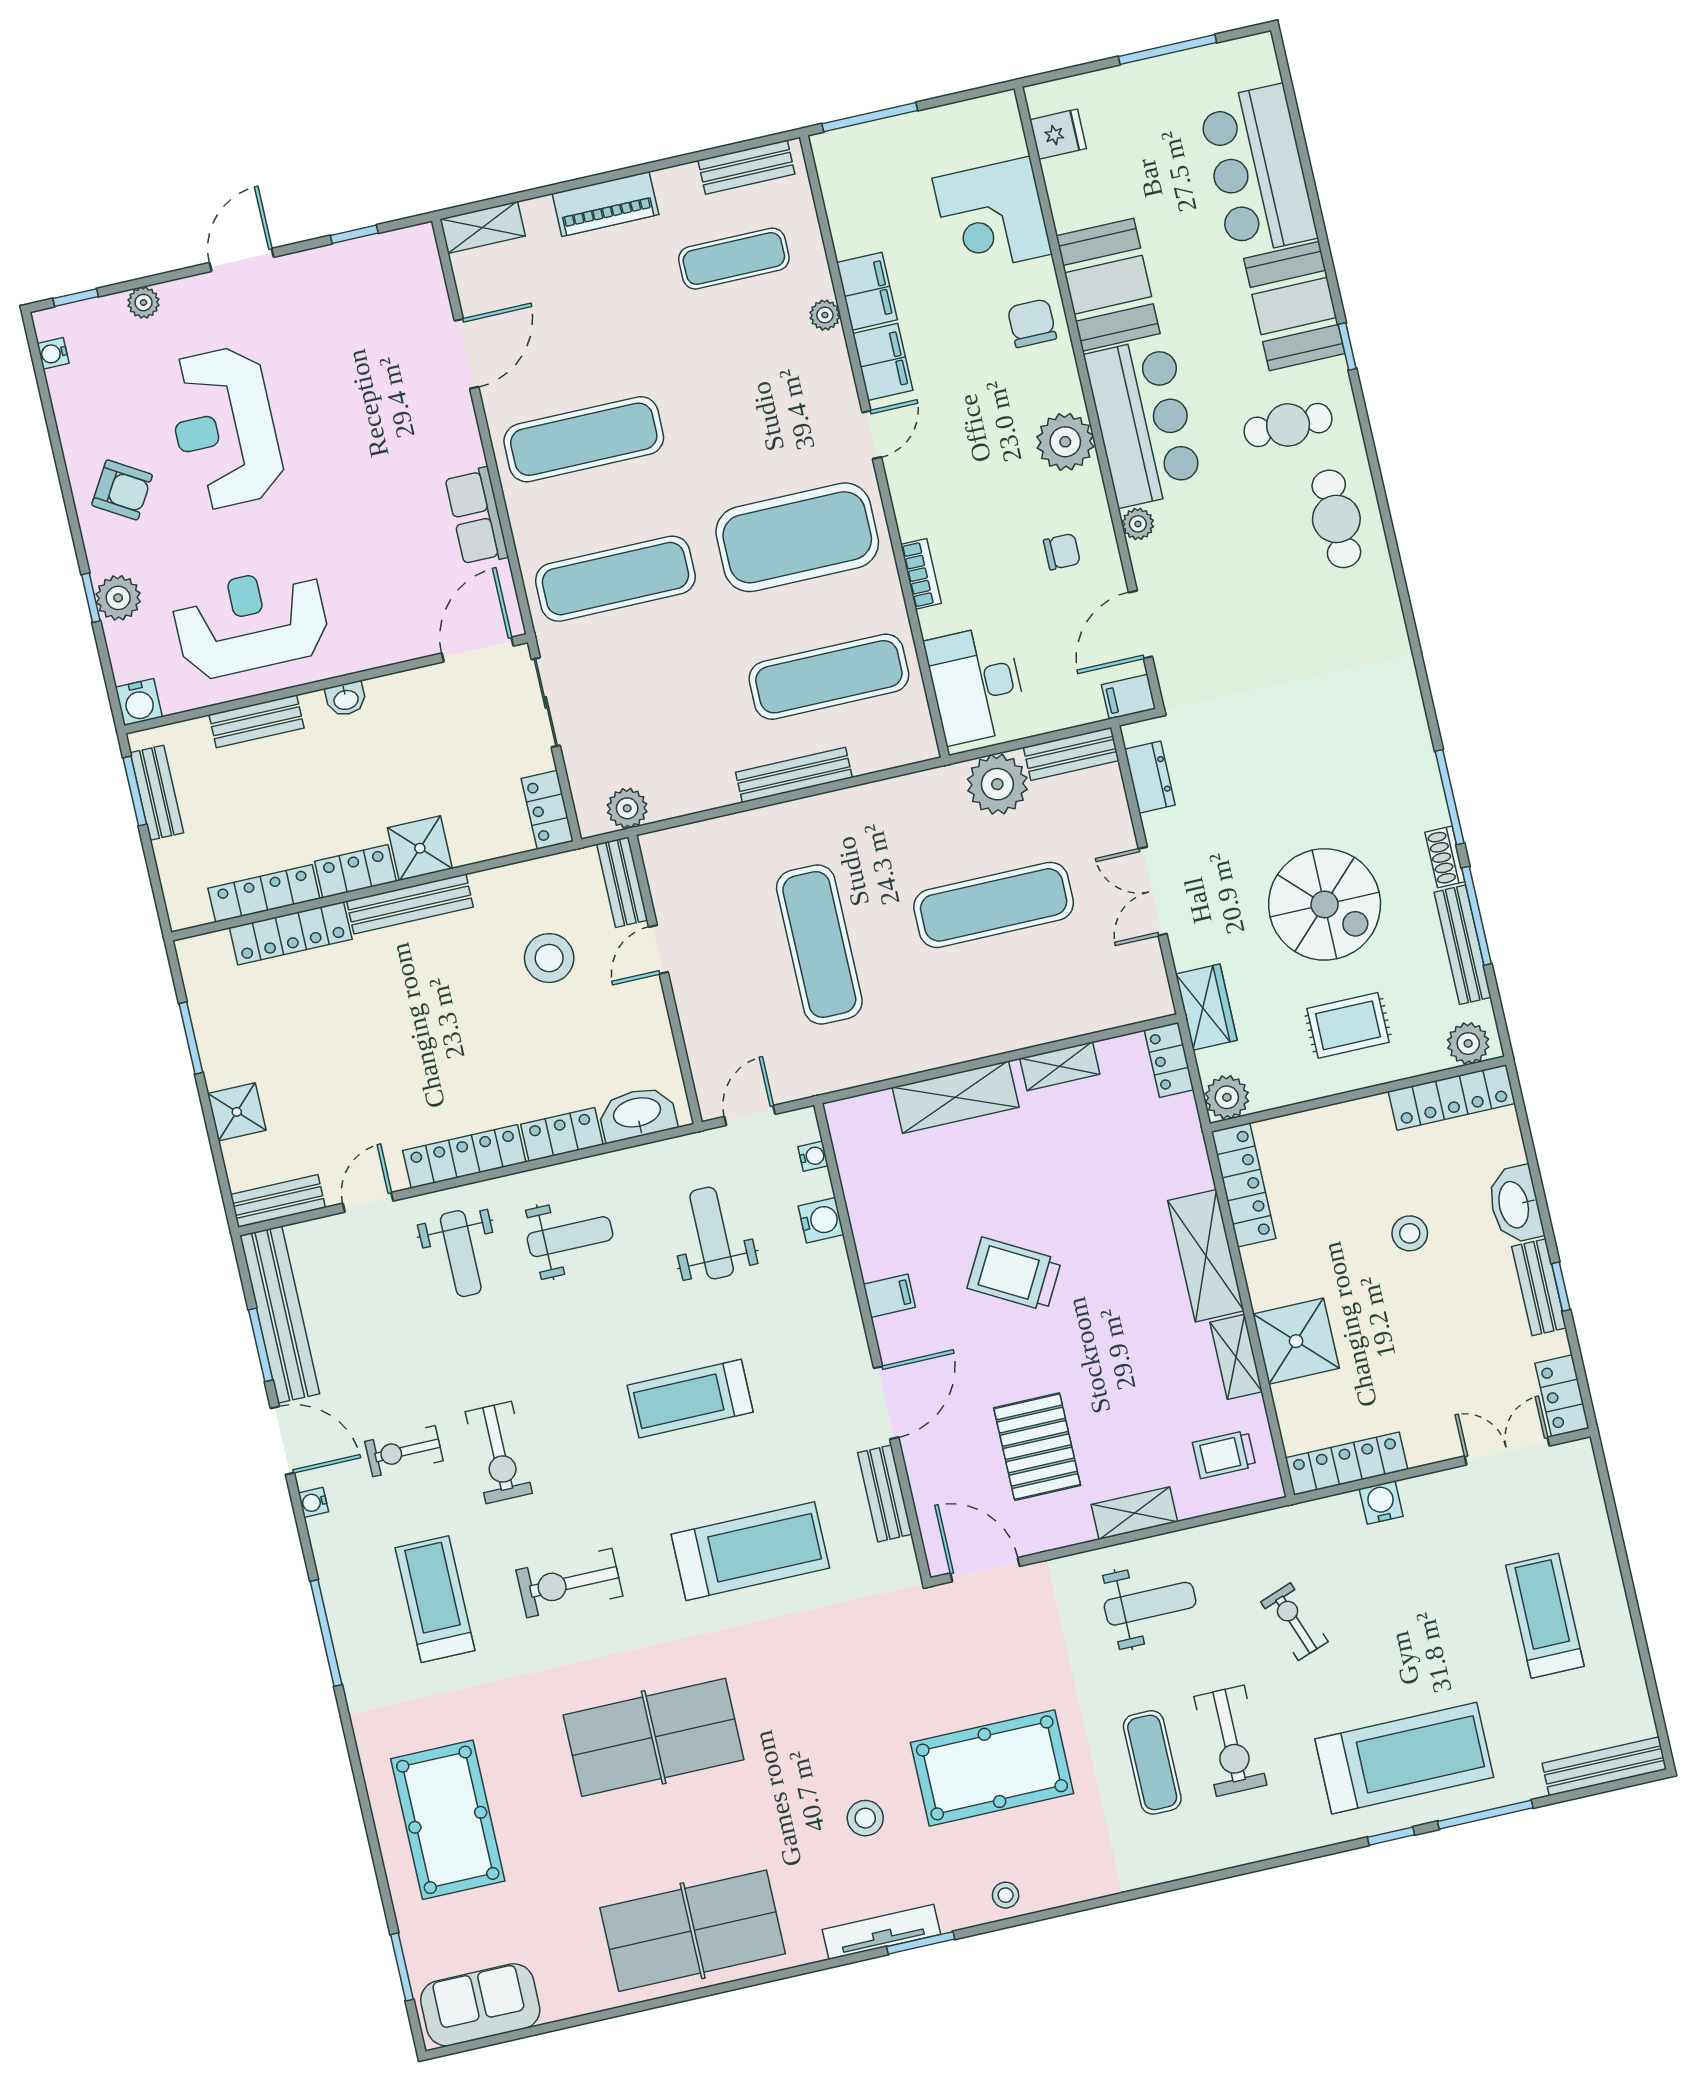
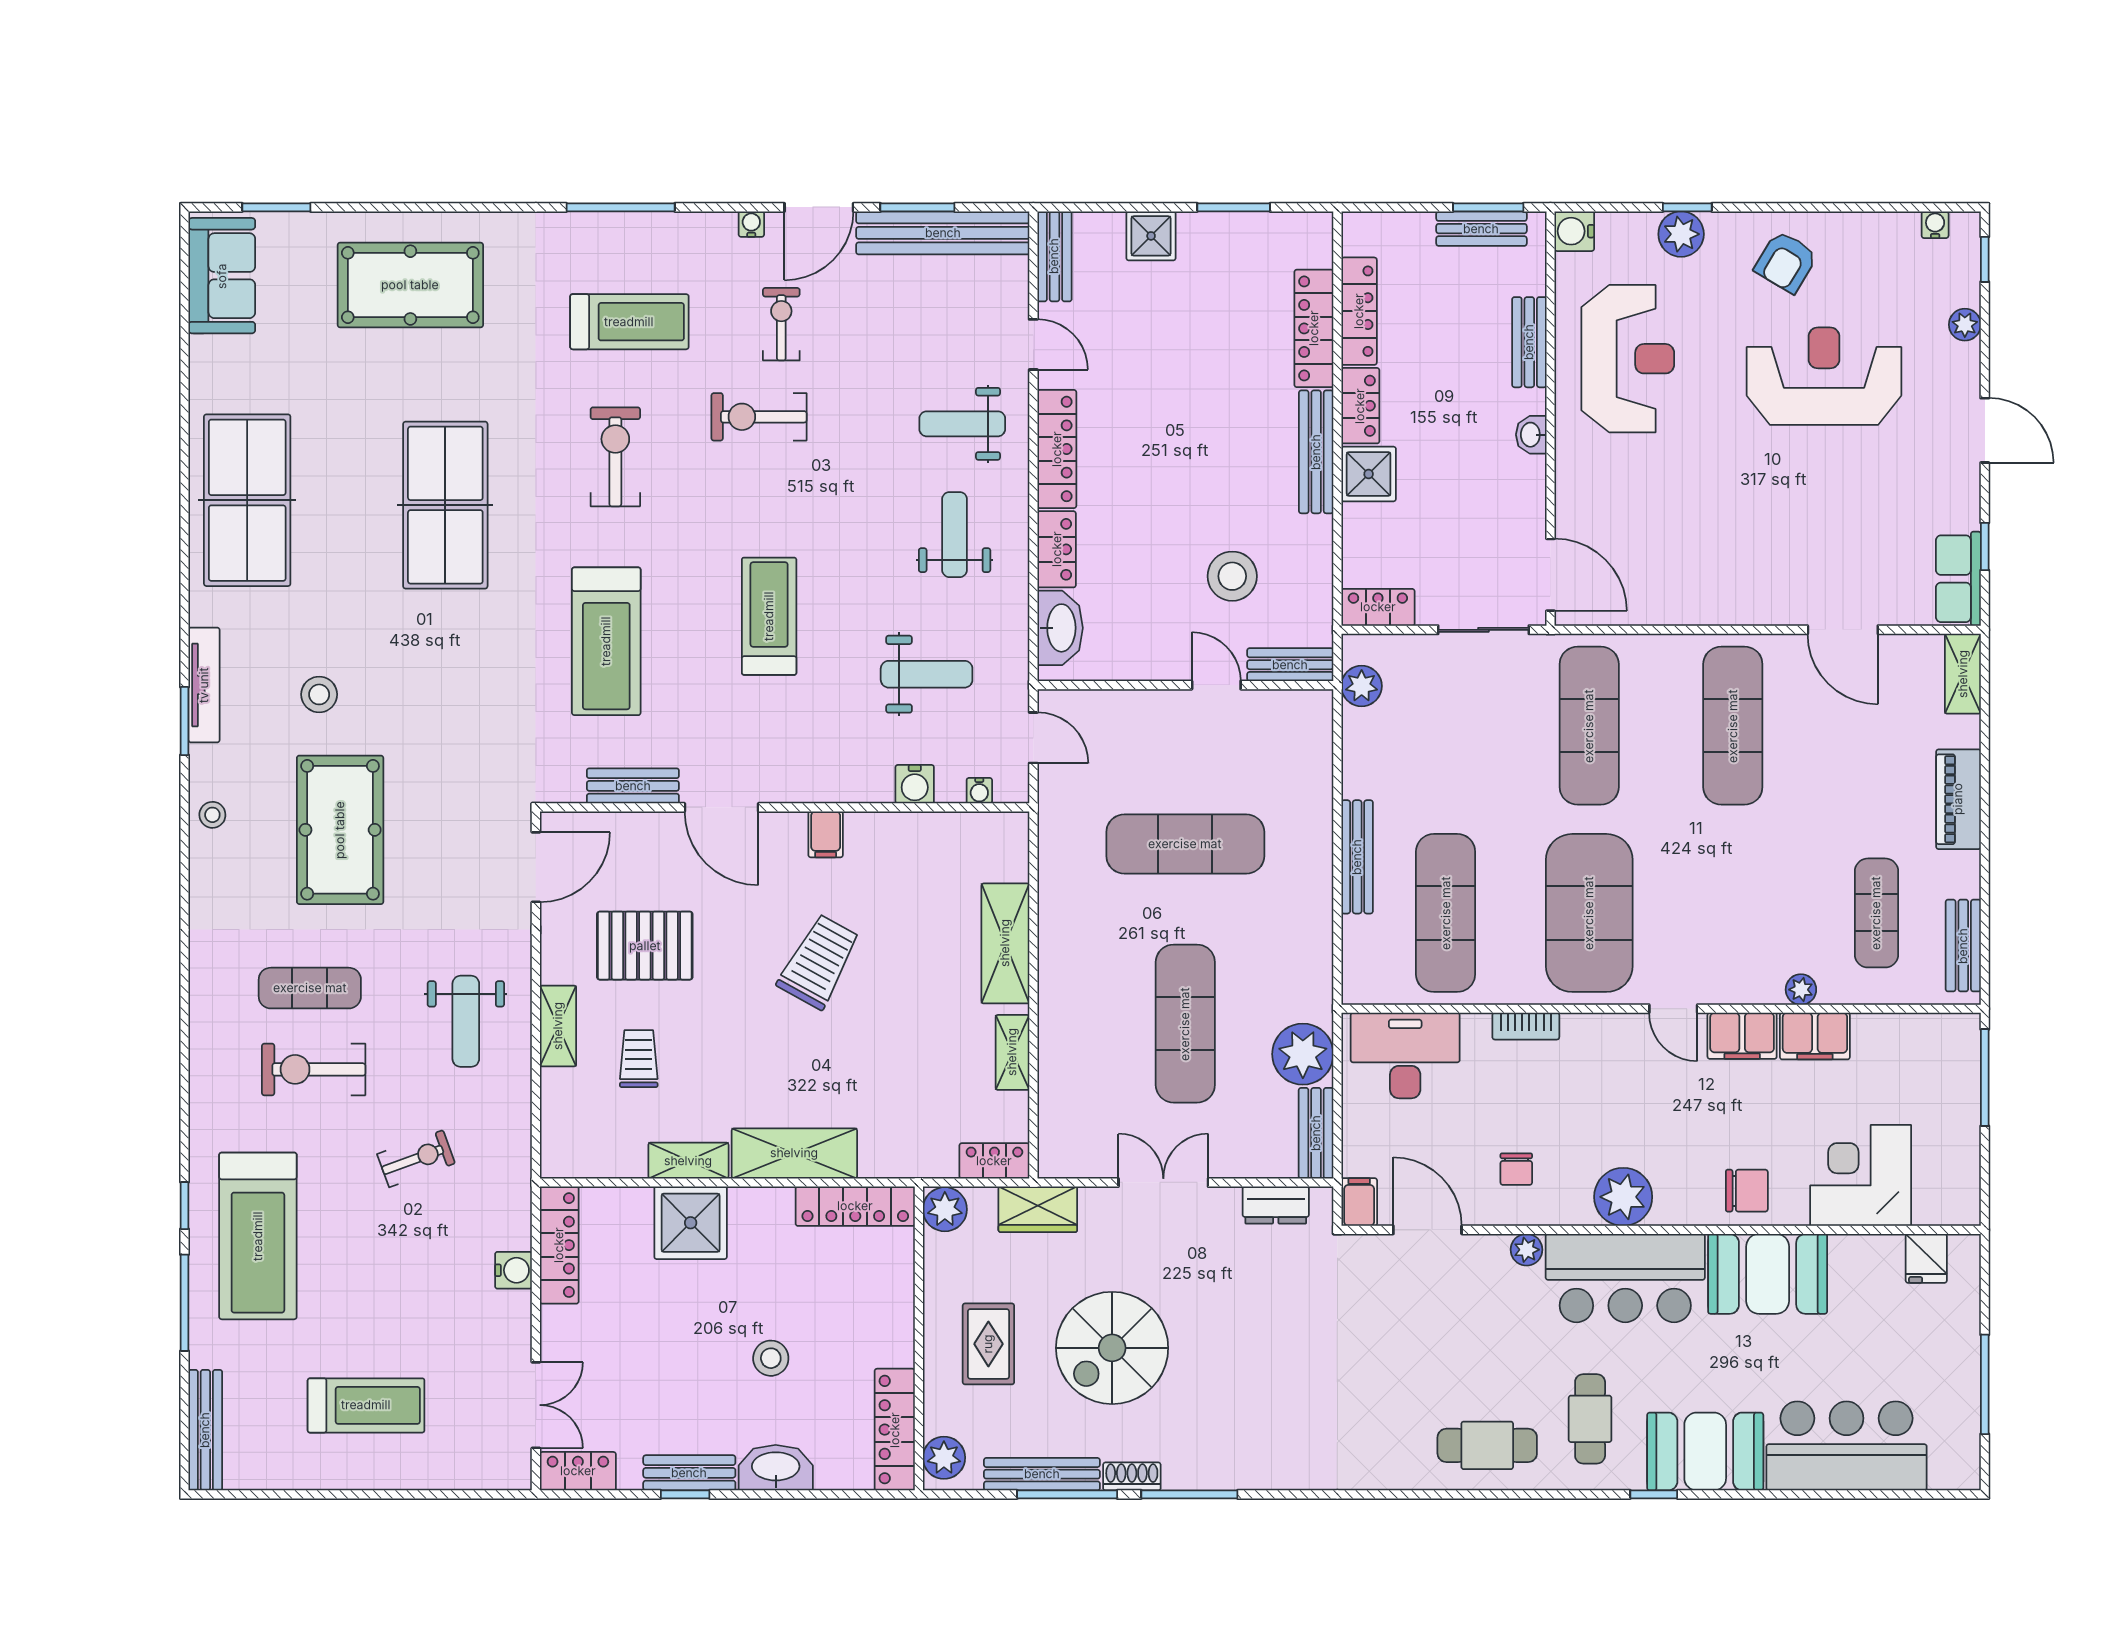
row of seats: (477, 517) -> (1958, 579), moved, turned -90
weight bench: (570, 1237) -> (955, 535), turned 180
trolley: (1224, 1454) -> (639, 1059), moved

